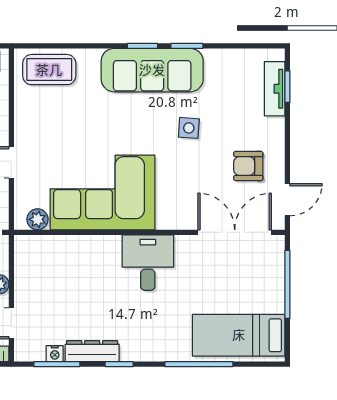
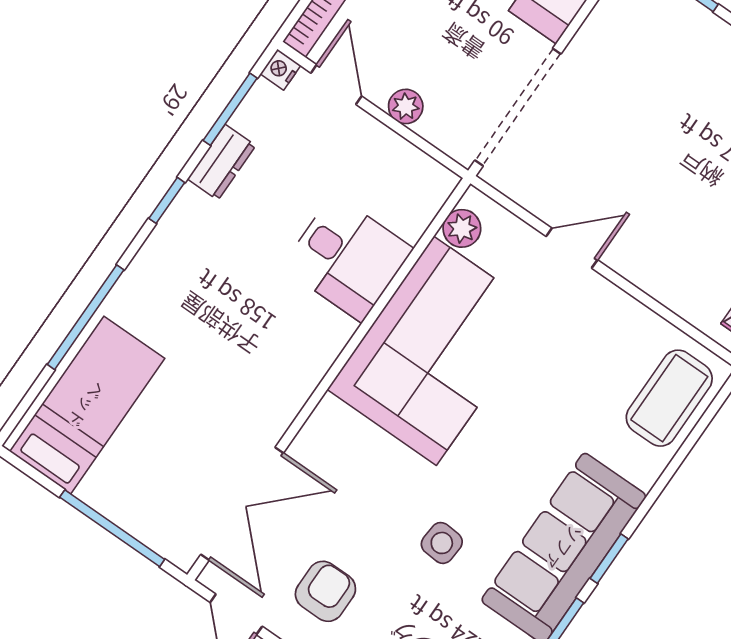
desk: (148, 263) -> (347, 258), moved
dresser: (92, 351) -> (222, 162), width x0.70
nightstand: (55, 354) -> (281, 70), moved

